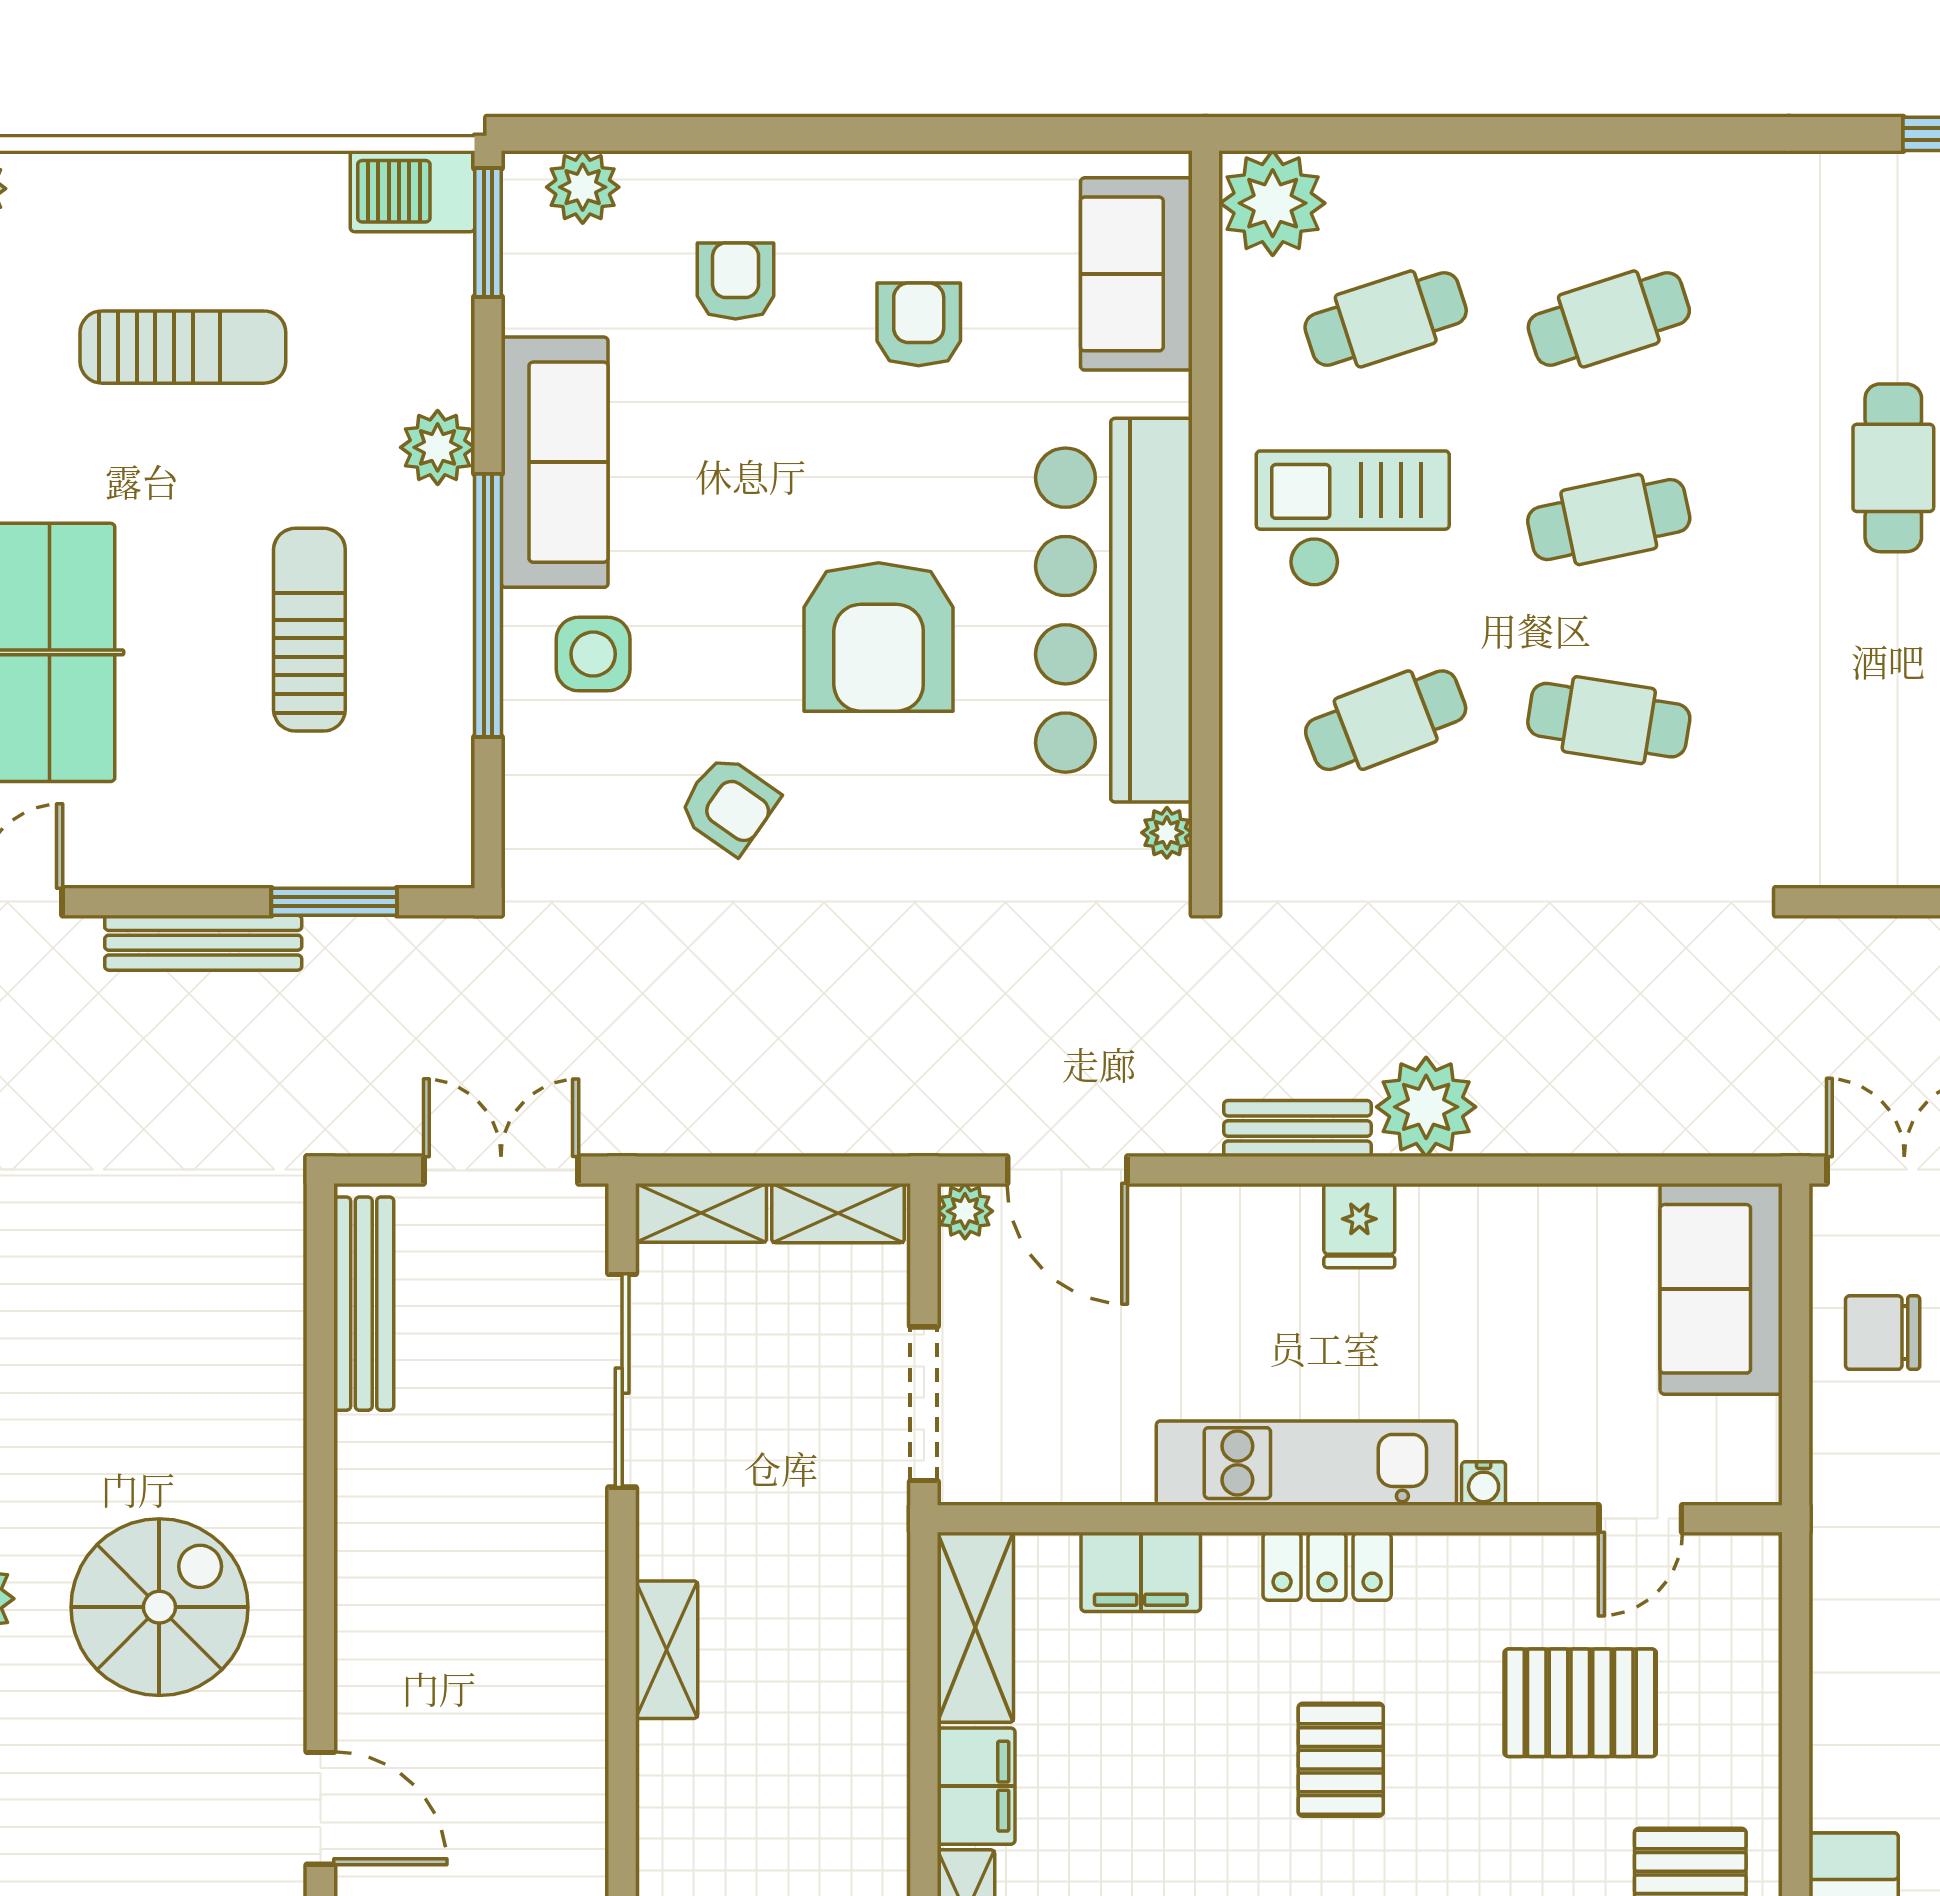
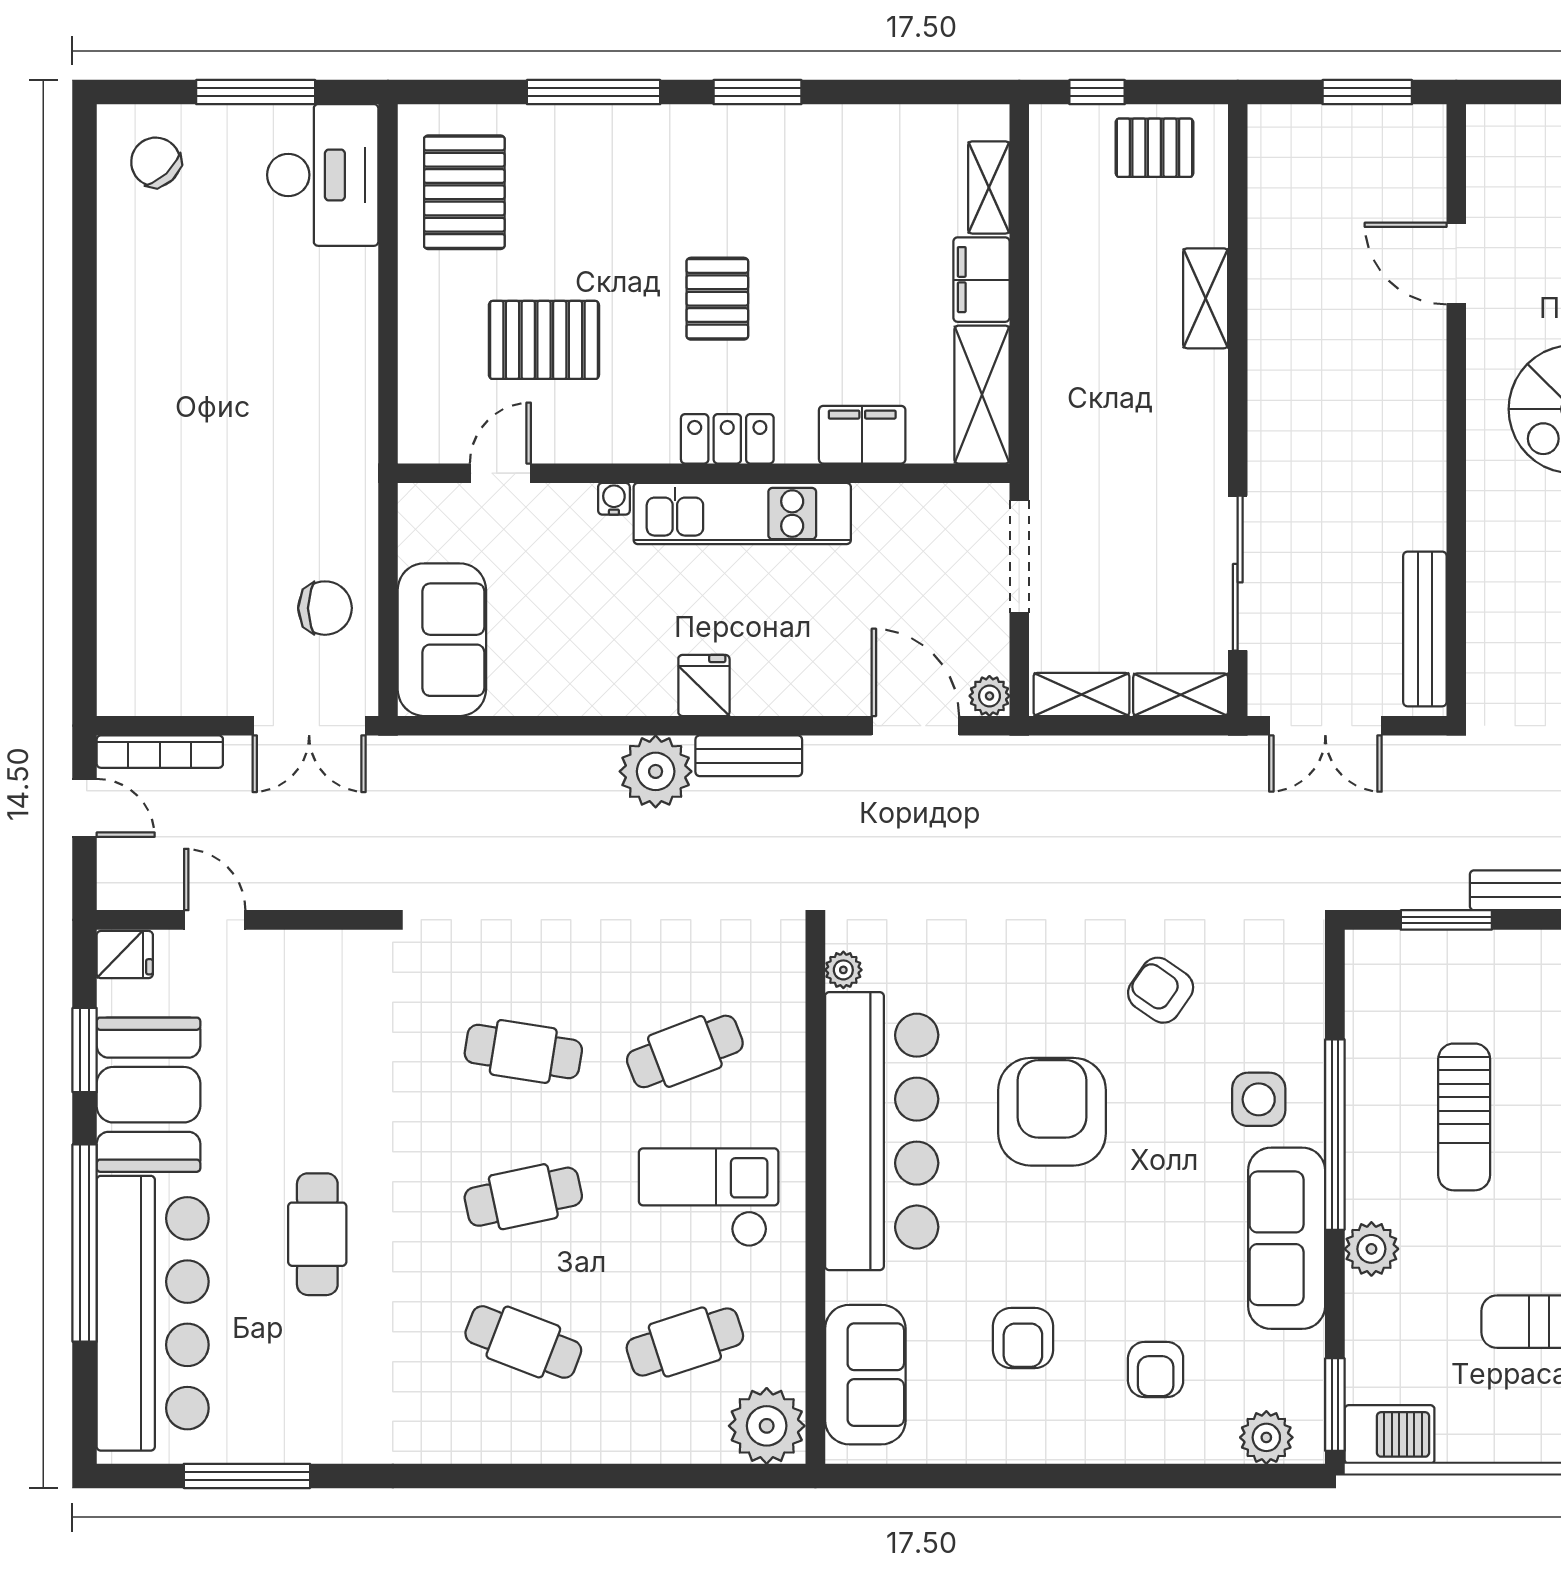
cafe table: (1609, 319) -> (523, 1342), turned 39
checkout: (1353, 518) -> (709, 1197), turned 180
shelving: (667, 1650) -> (1206, 298), moved

